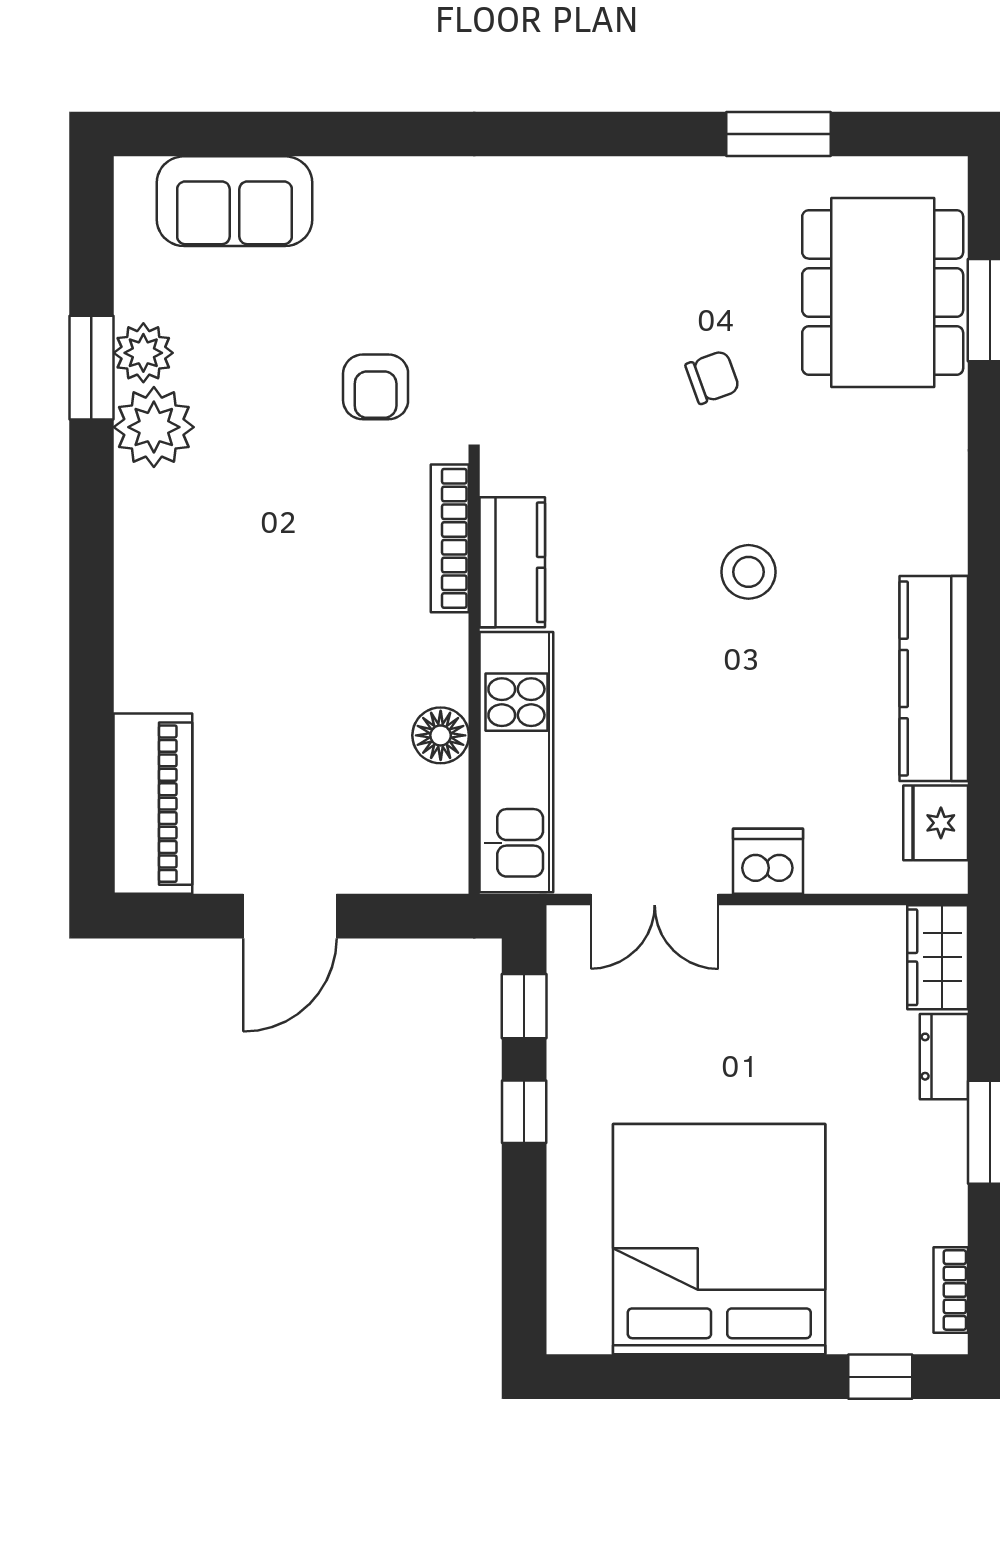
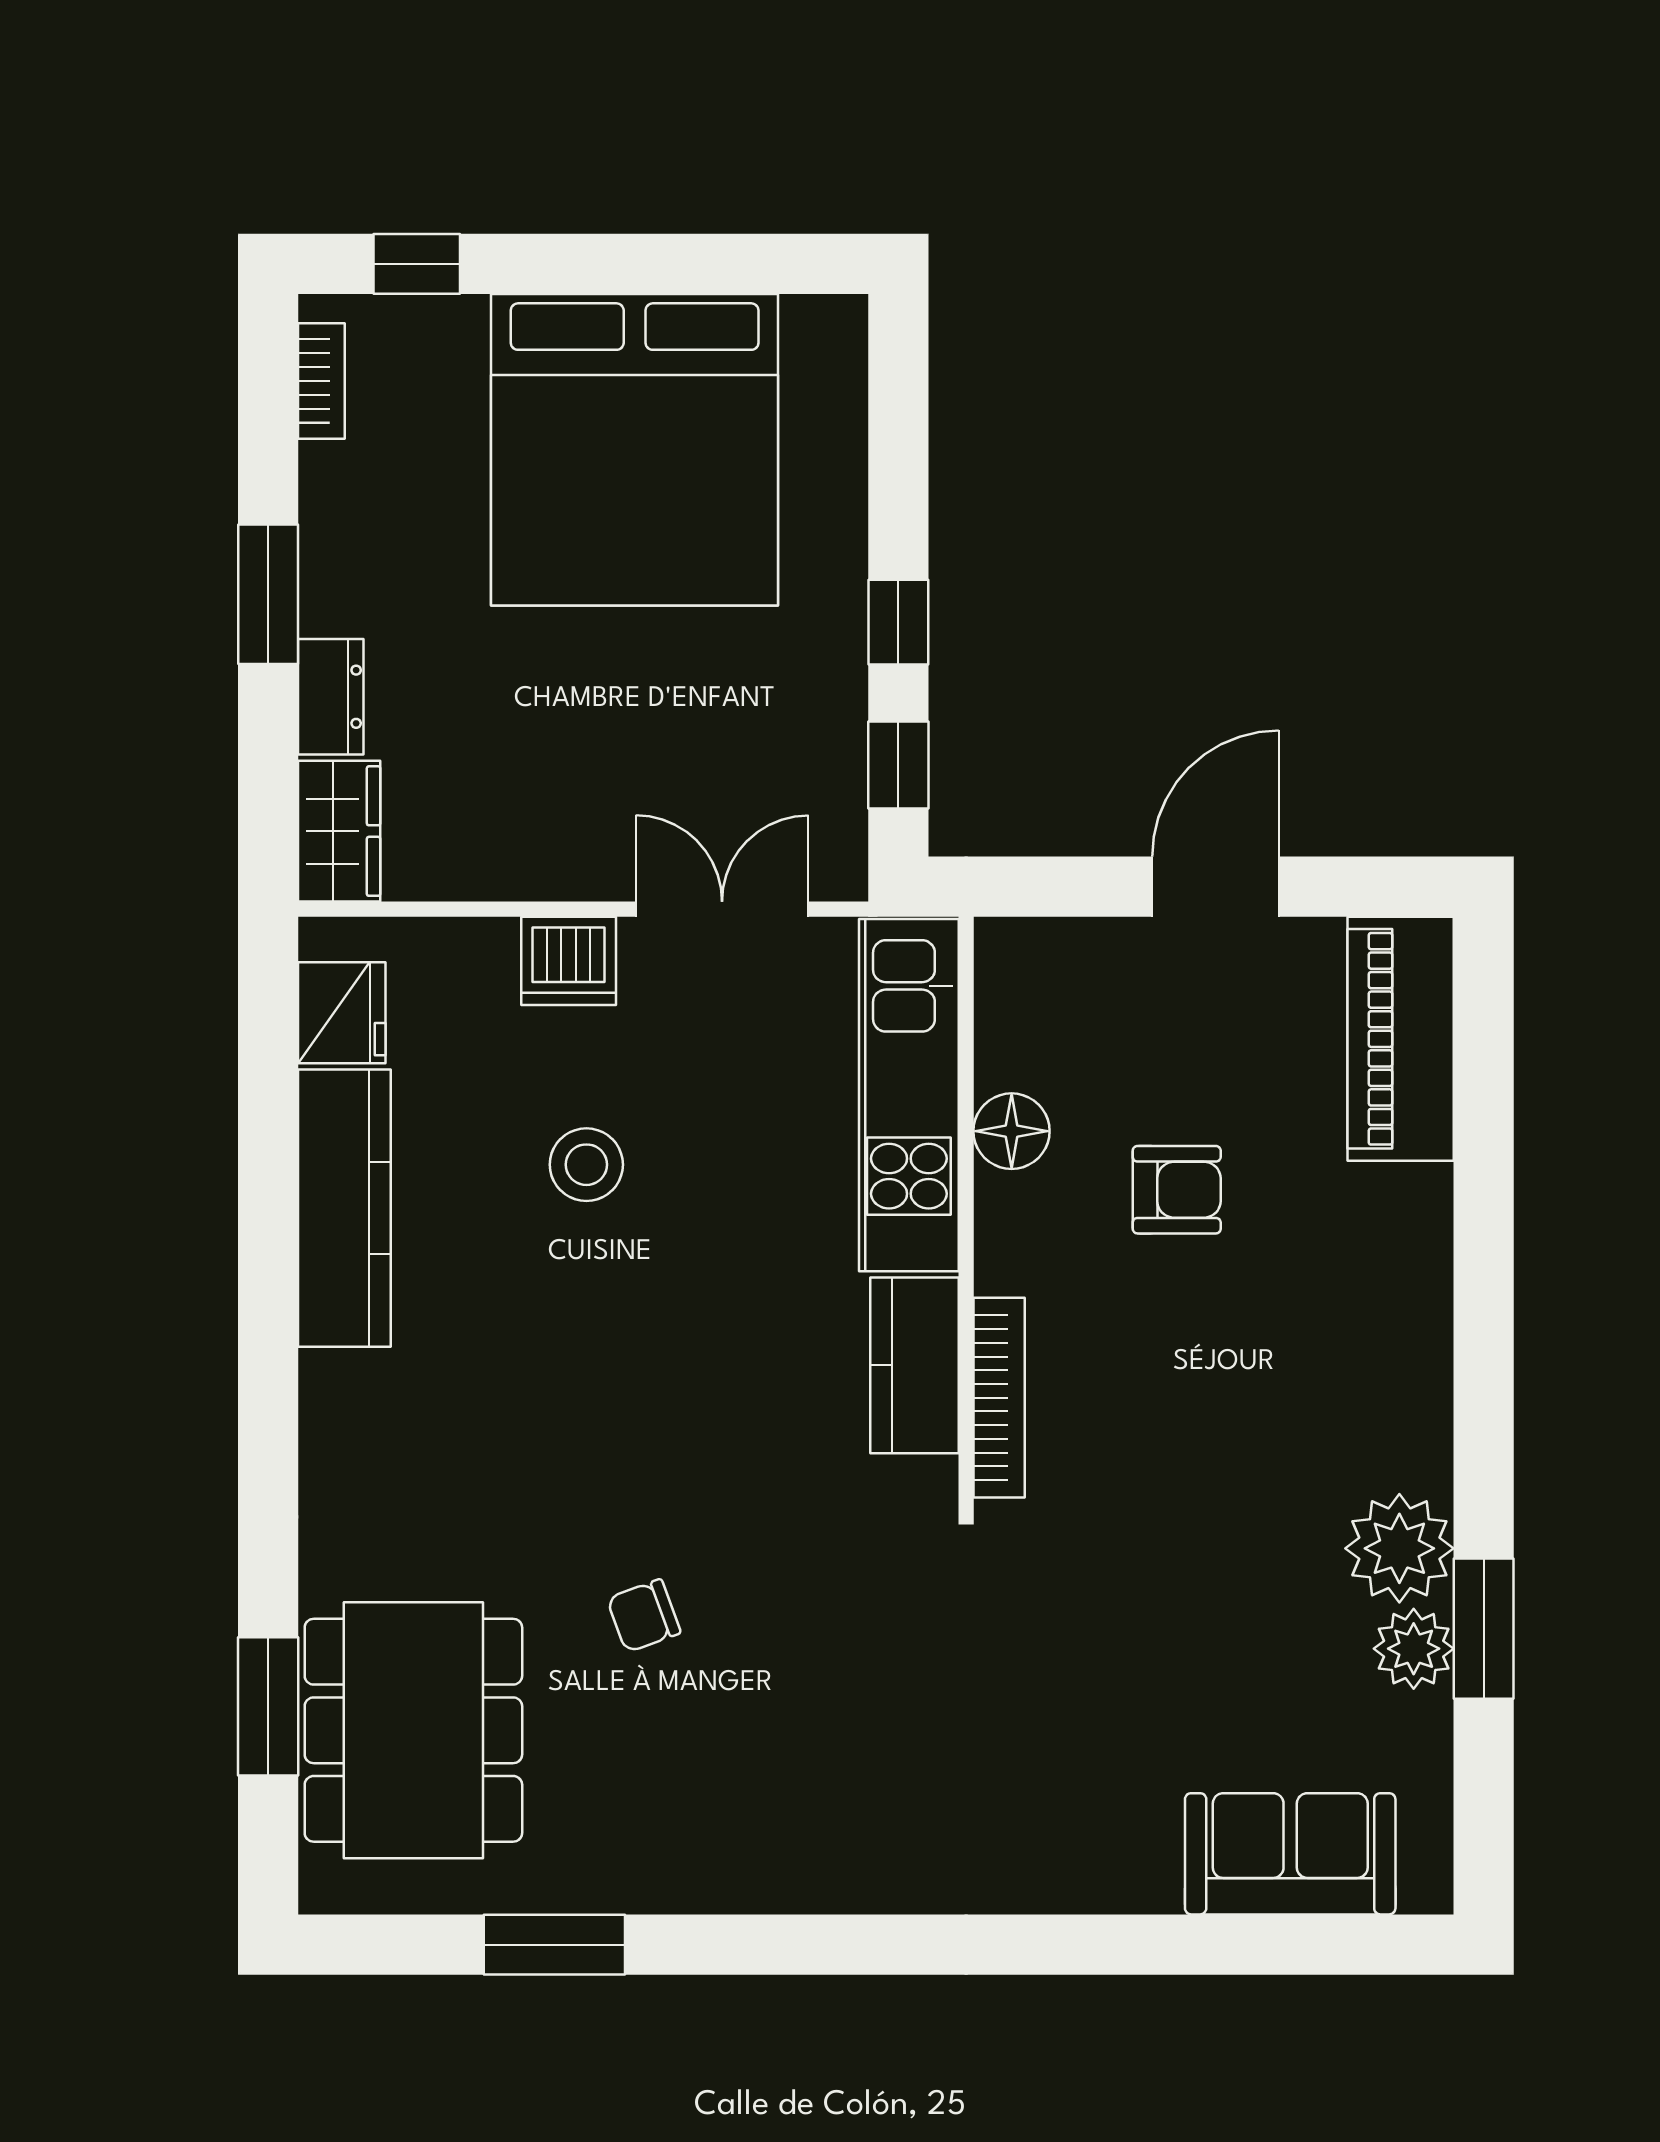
armchair: (376, 387) -> (1177, 1190), moved, turned 90
stool: (748, 572) -> (586, 1165), moved

